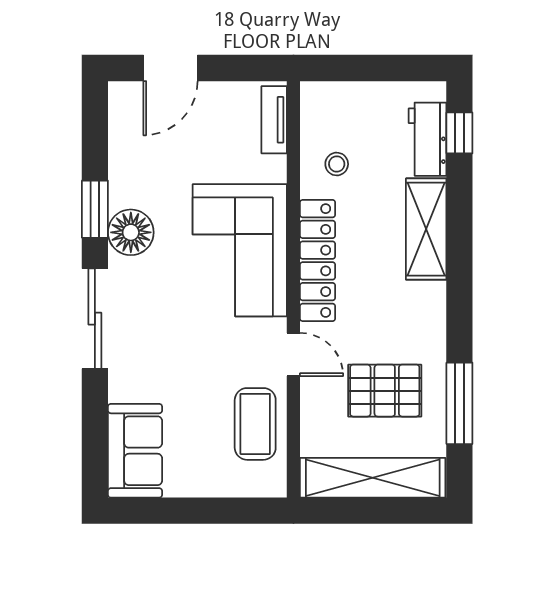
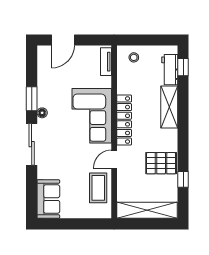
stool: (337, 164) -> (134, 57), moved
floor lamp: (131, 232) -> (42, 113), width x0.53, depth x0.53
door: (293, 355) -> (114, 159), swing flipped
pallet: (385, 391) -> (161, 163), moved
window: (459, 403) -> (183, 179), width x0.46

